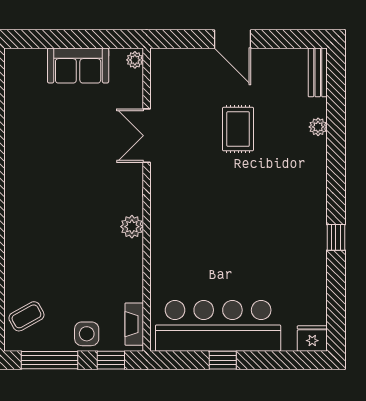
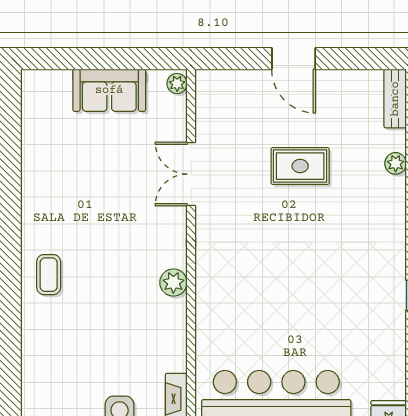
rug: (238, 129) -> (300, 166), turned 90
coffee table: (26, 316) -> (49, 275), moved, turned -61

